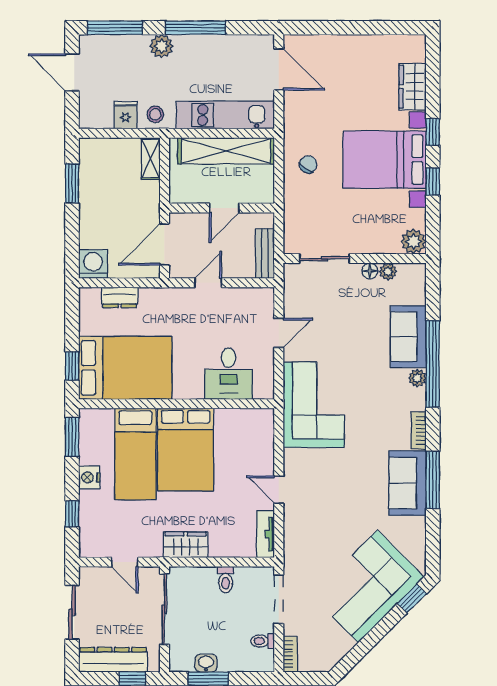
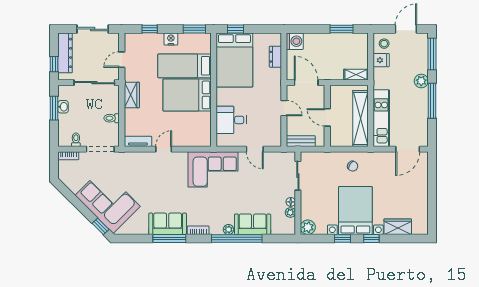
stool: (155, 114) -> (384, 44), moved

